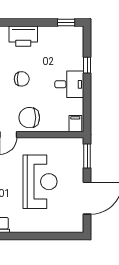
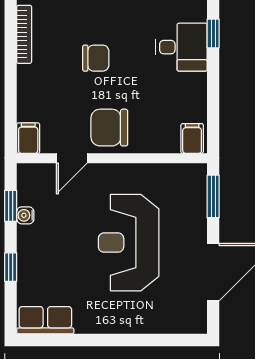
desk: (69, 84) -> (181, 47), moved
reception desk: (40, 182) -> (129, 243), turned 180

